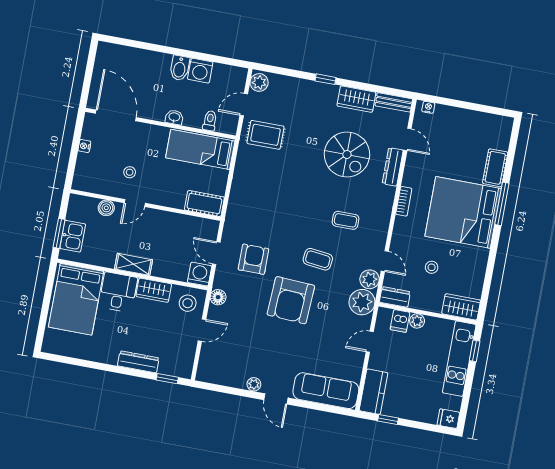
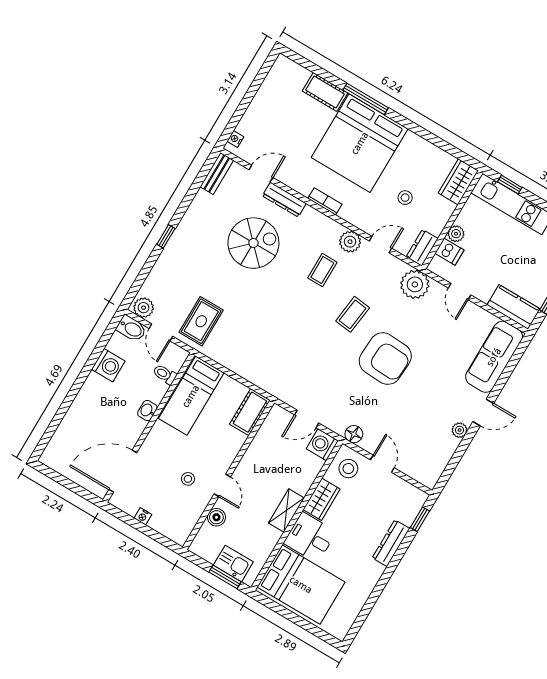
bidet: (180, 68) -> (131, 329), moved
wardrobe: (356, 99) -> (199, 212), removed
armchair: (254, 259) -> (328, 382), removed
plant: (370, 279) -> (350, 242), moved

